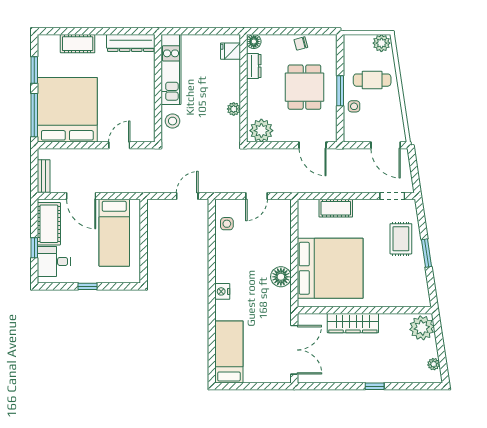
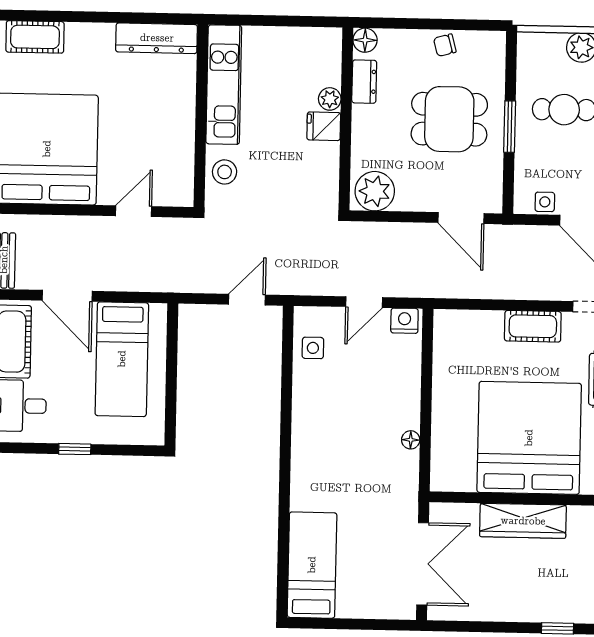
cot: (78, 44) -> (35, 37), moved
fridge: (230, 51) -> (324, 126), moved
dining table: (304, 87) -> (449, 119), turned 90
side table: (354, 106) -> (545, 202), moved
plant: (234, 109) -> (330, 99), moved
cot: (336, 208) -> (533, 326), moved
bed: (330, 268) -> (529, 438), moved, turned -90
floor lamp: (281, 277) -> (411, 440), width x0.53, depth x0.53
nightstand: (222, 291) -> (404, 321), moved, turned 90

